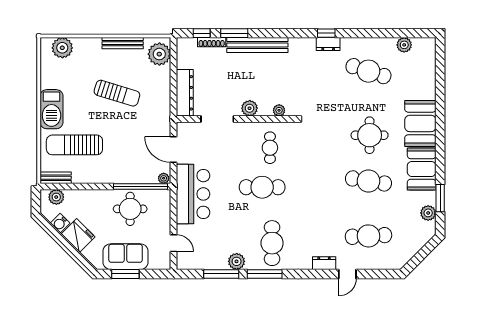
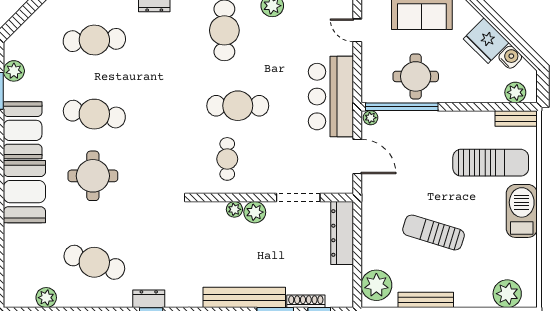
plant: (279, 110) -> (234, 209), moved

